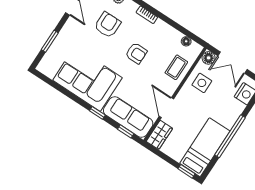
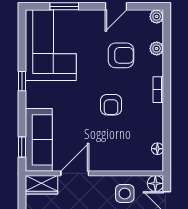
coffee table: (176, 67) -> (124, 156), removed
corner sofa: (87, 79) -> (51, 45), moved
window: (97, 113) -> (22, 81), moved

